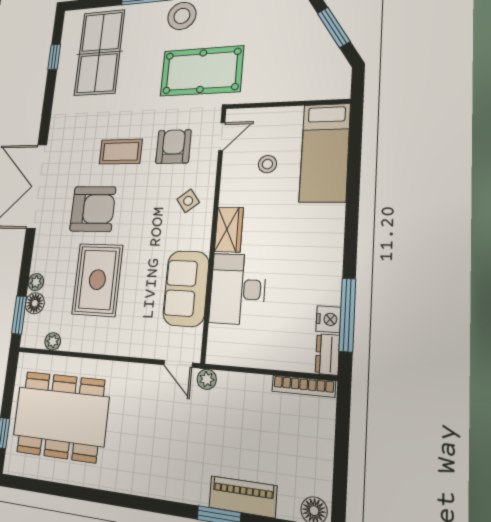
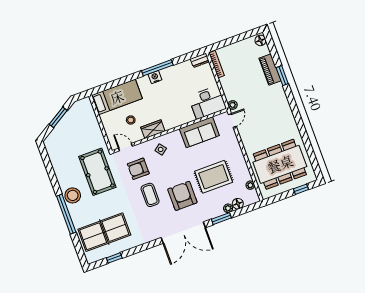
wardrobe: (229, 230) -> (153, 129), moved
desk: (238, 289) -> (207, 102), moved
window: (19, 315) -> (221, 219), moved
window: (347, 315) -> (157, 68), moved
nightstand: (328, 319) -> (155, 77), moved
dining table: (61, 416) -> (280, 164), turned 90

